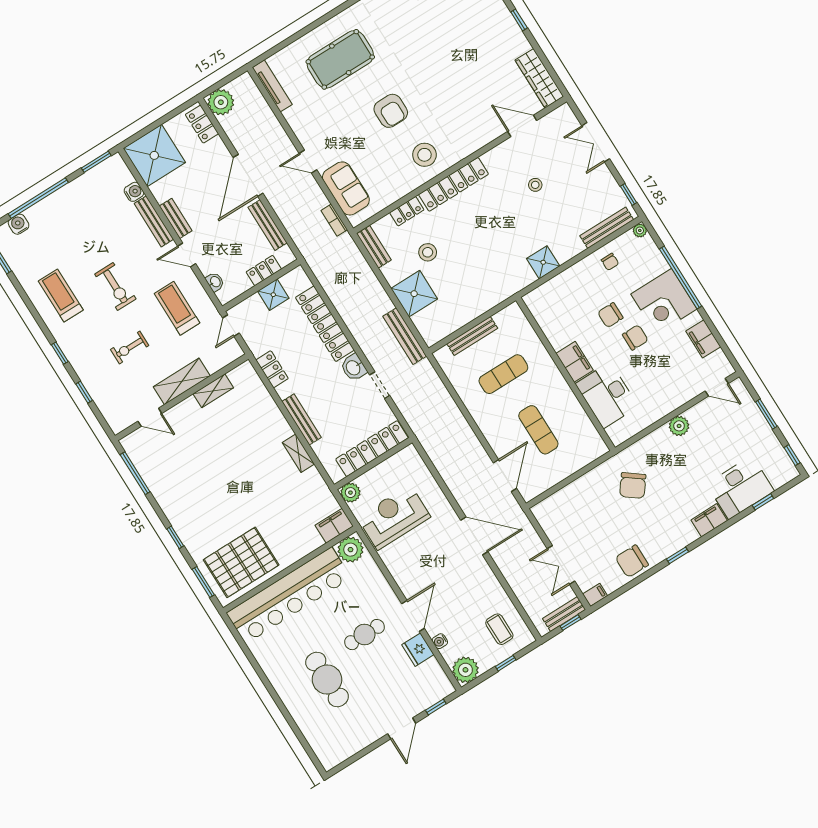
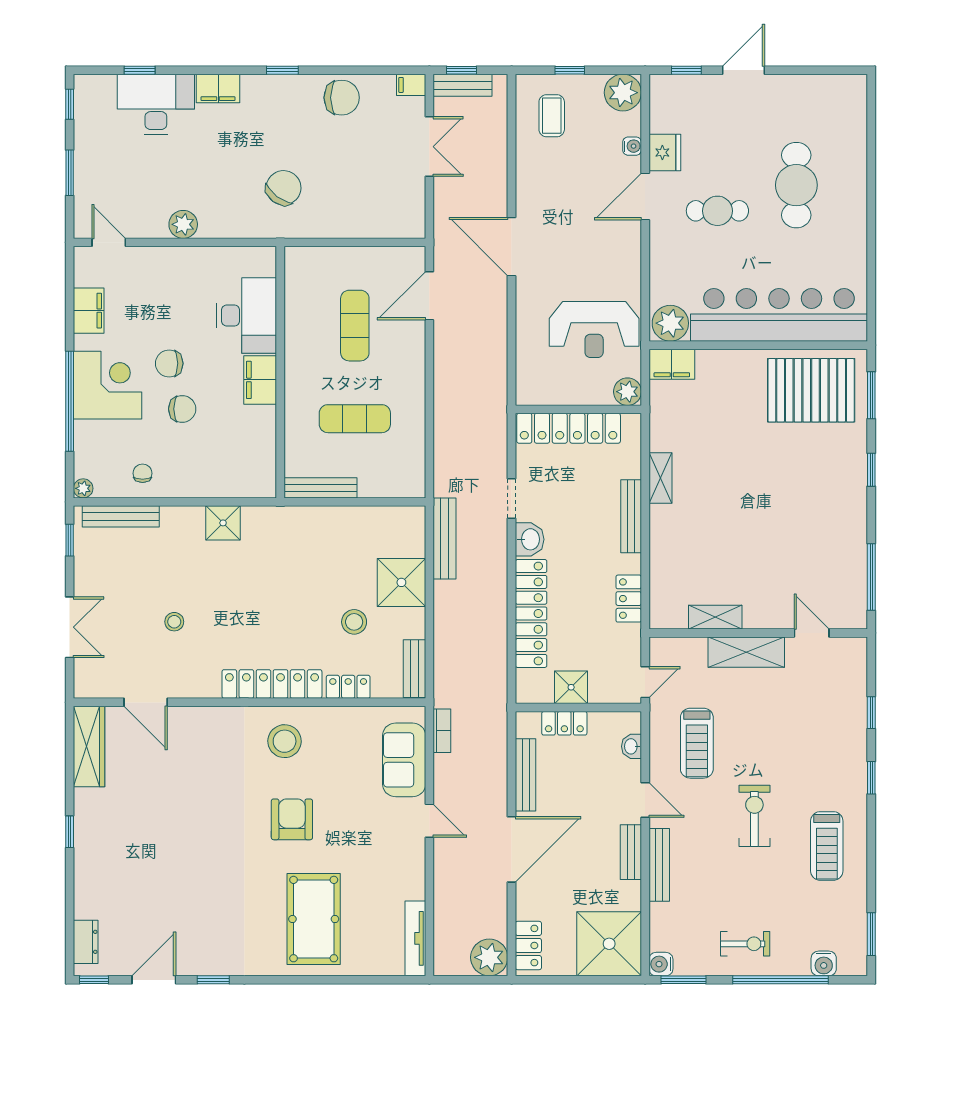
pool table: (340, 59) -> (314, 919), turned 90
water cooler: (134, 192) -> (661, 964), moved
bench: (472, 336) -> (321, 488), moved
exercise bike: (130, 347) -> (745, 944), moved

